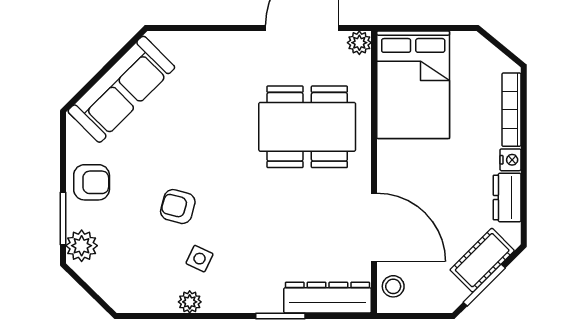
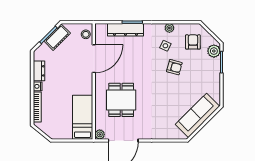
bed: (413, 85) -> (83, 117), width x0.67
dining table: (307, 127) -> (121, 100), width x0.73
armchair: (92, 182) -> (193, 42), moved, turned 90
door: (374, 227) -> (94, 59), swing flipped
cot: (482, 260) -> (57, 37), moved
dresser: (327, 298) -> (125, 30), moved

